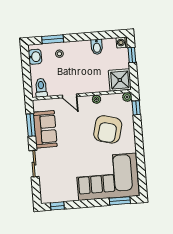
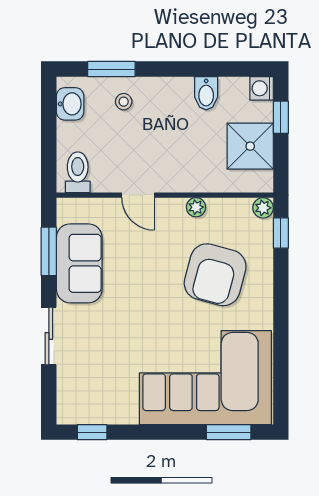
shower: (120, 80) -> (250, 146), moved

